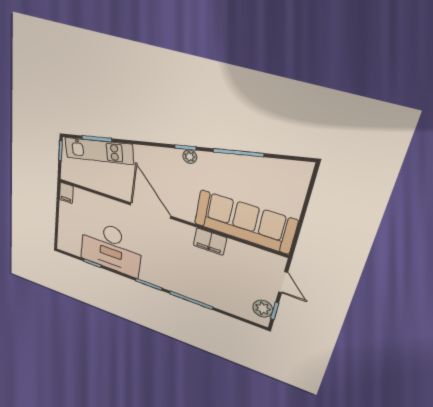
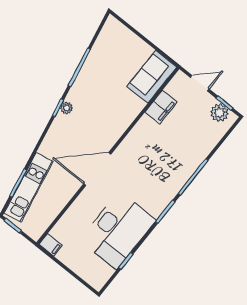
sofa: (245, 222) -> (152, 77), width x0.54, depth x0.79
filing cabinet: (210, 242) -> (161, 107), moved

